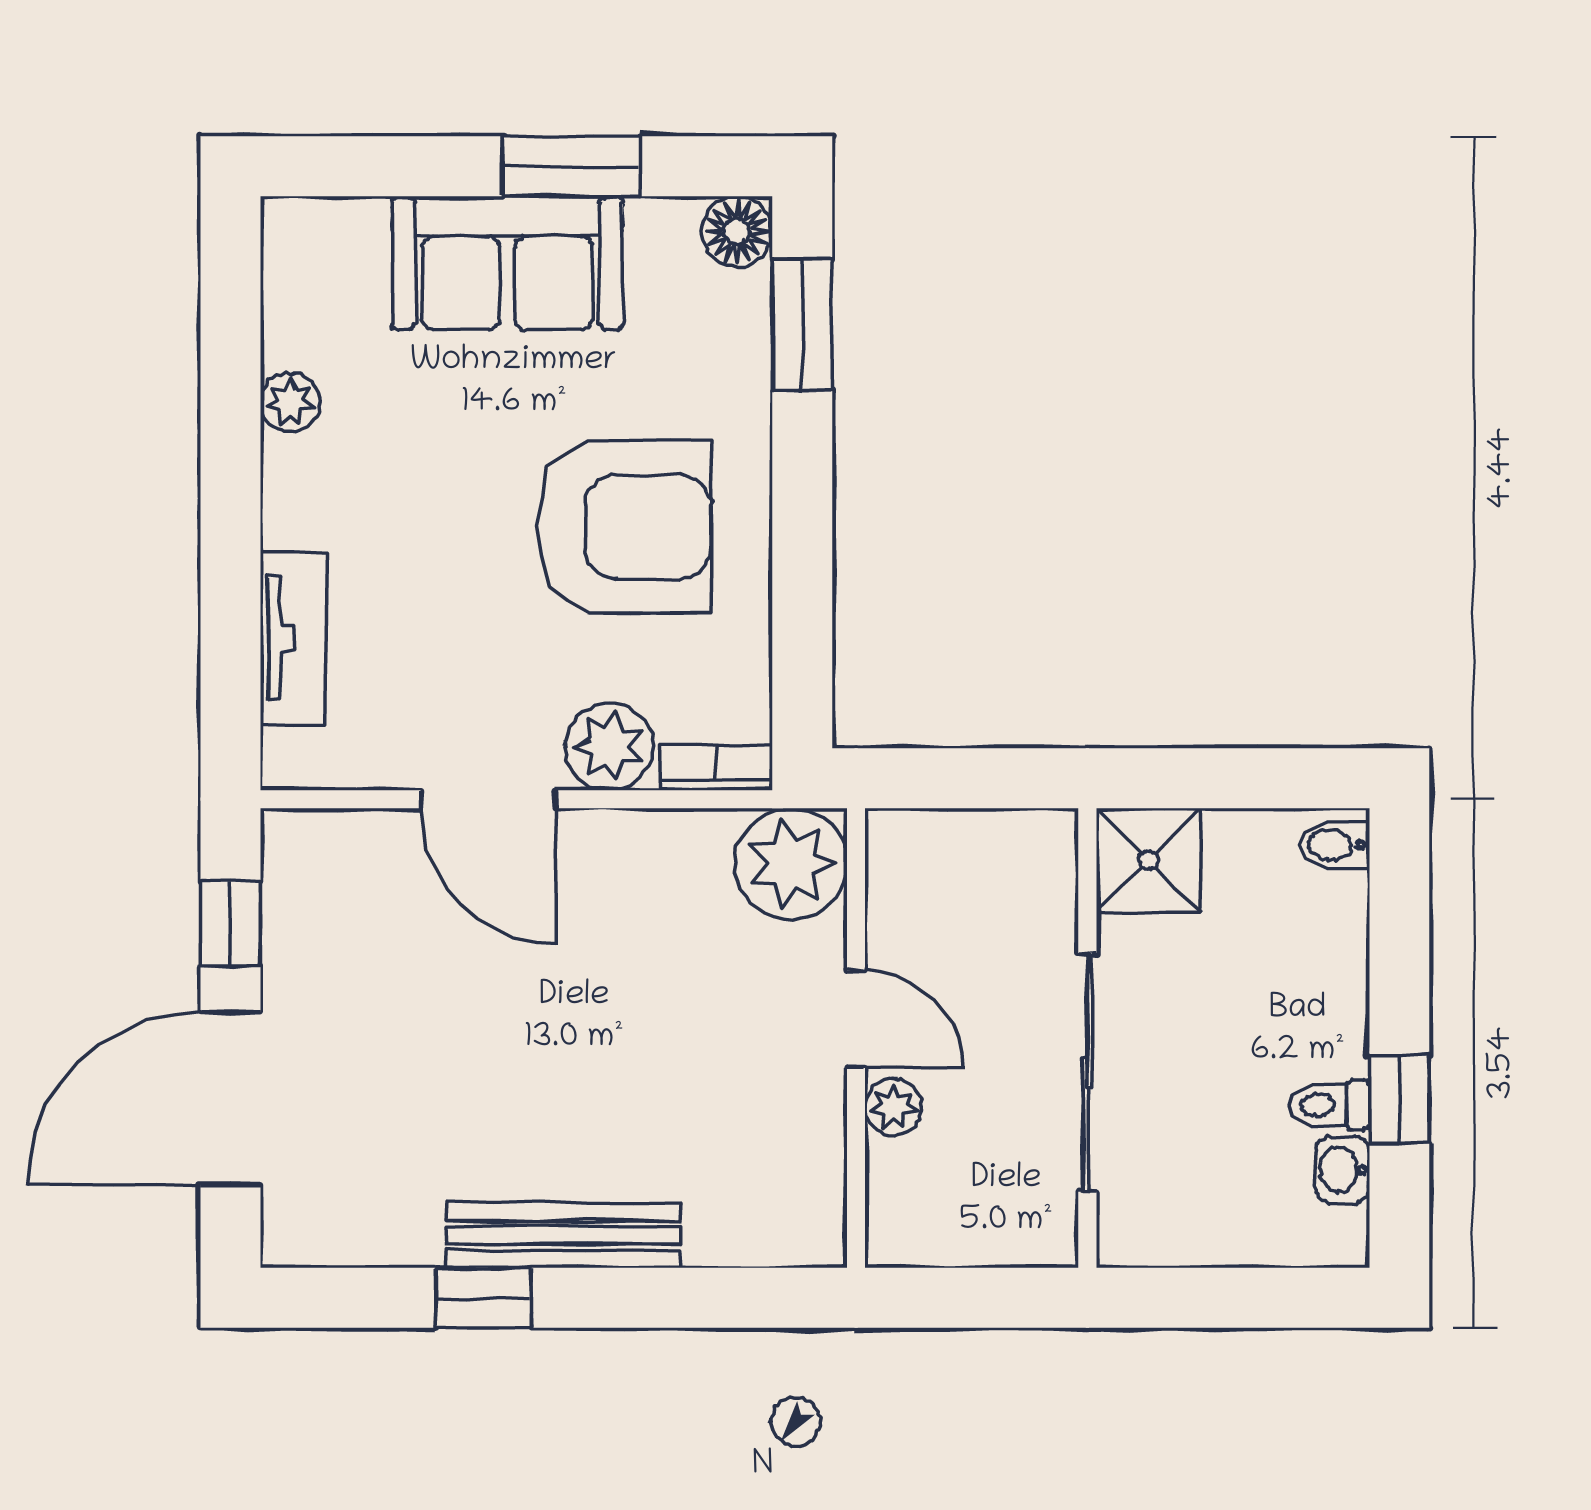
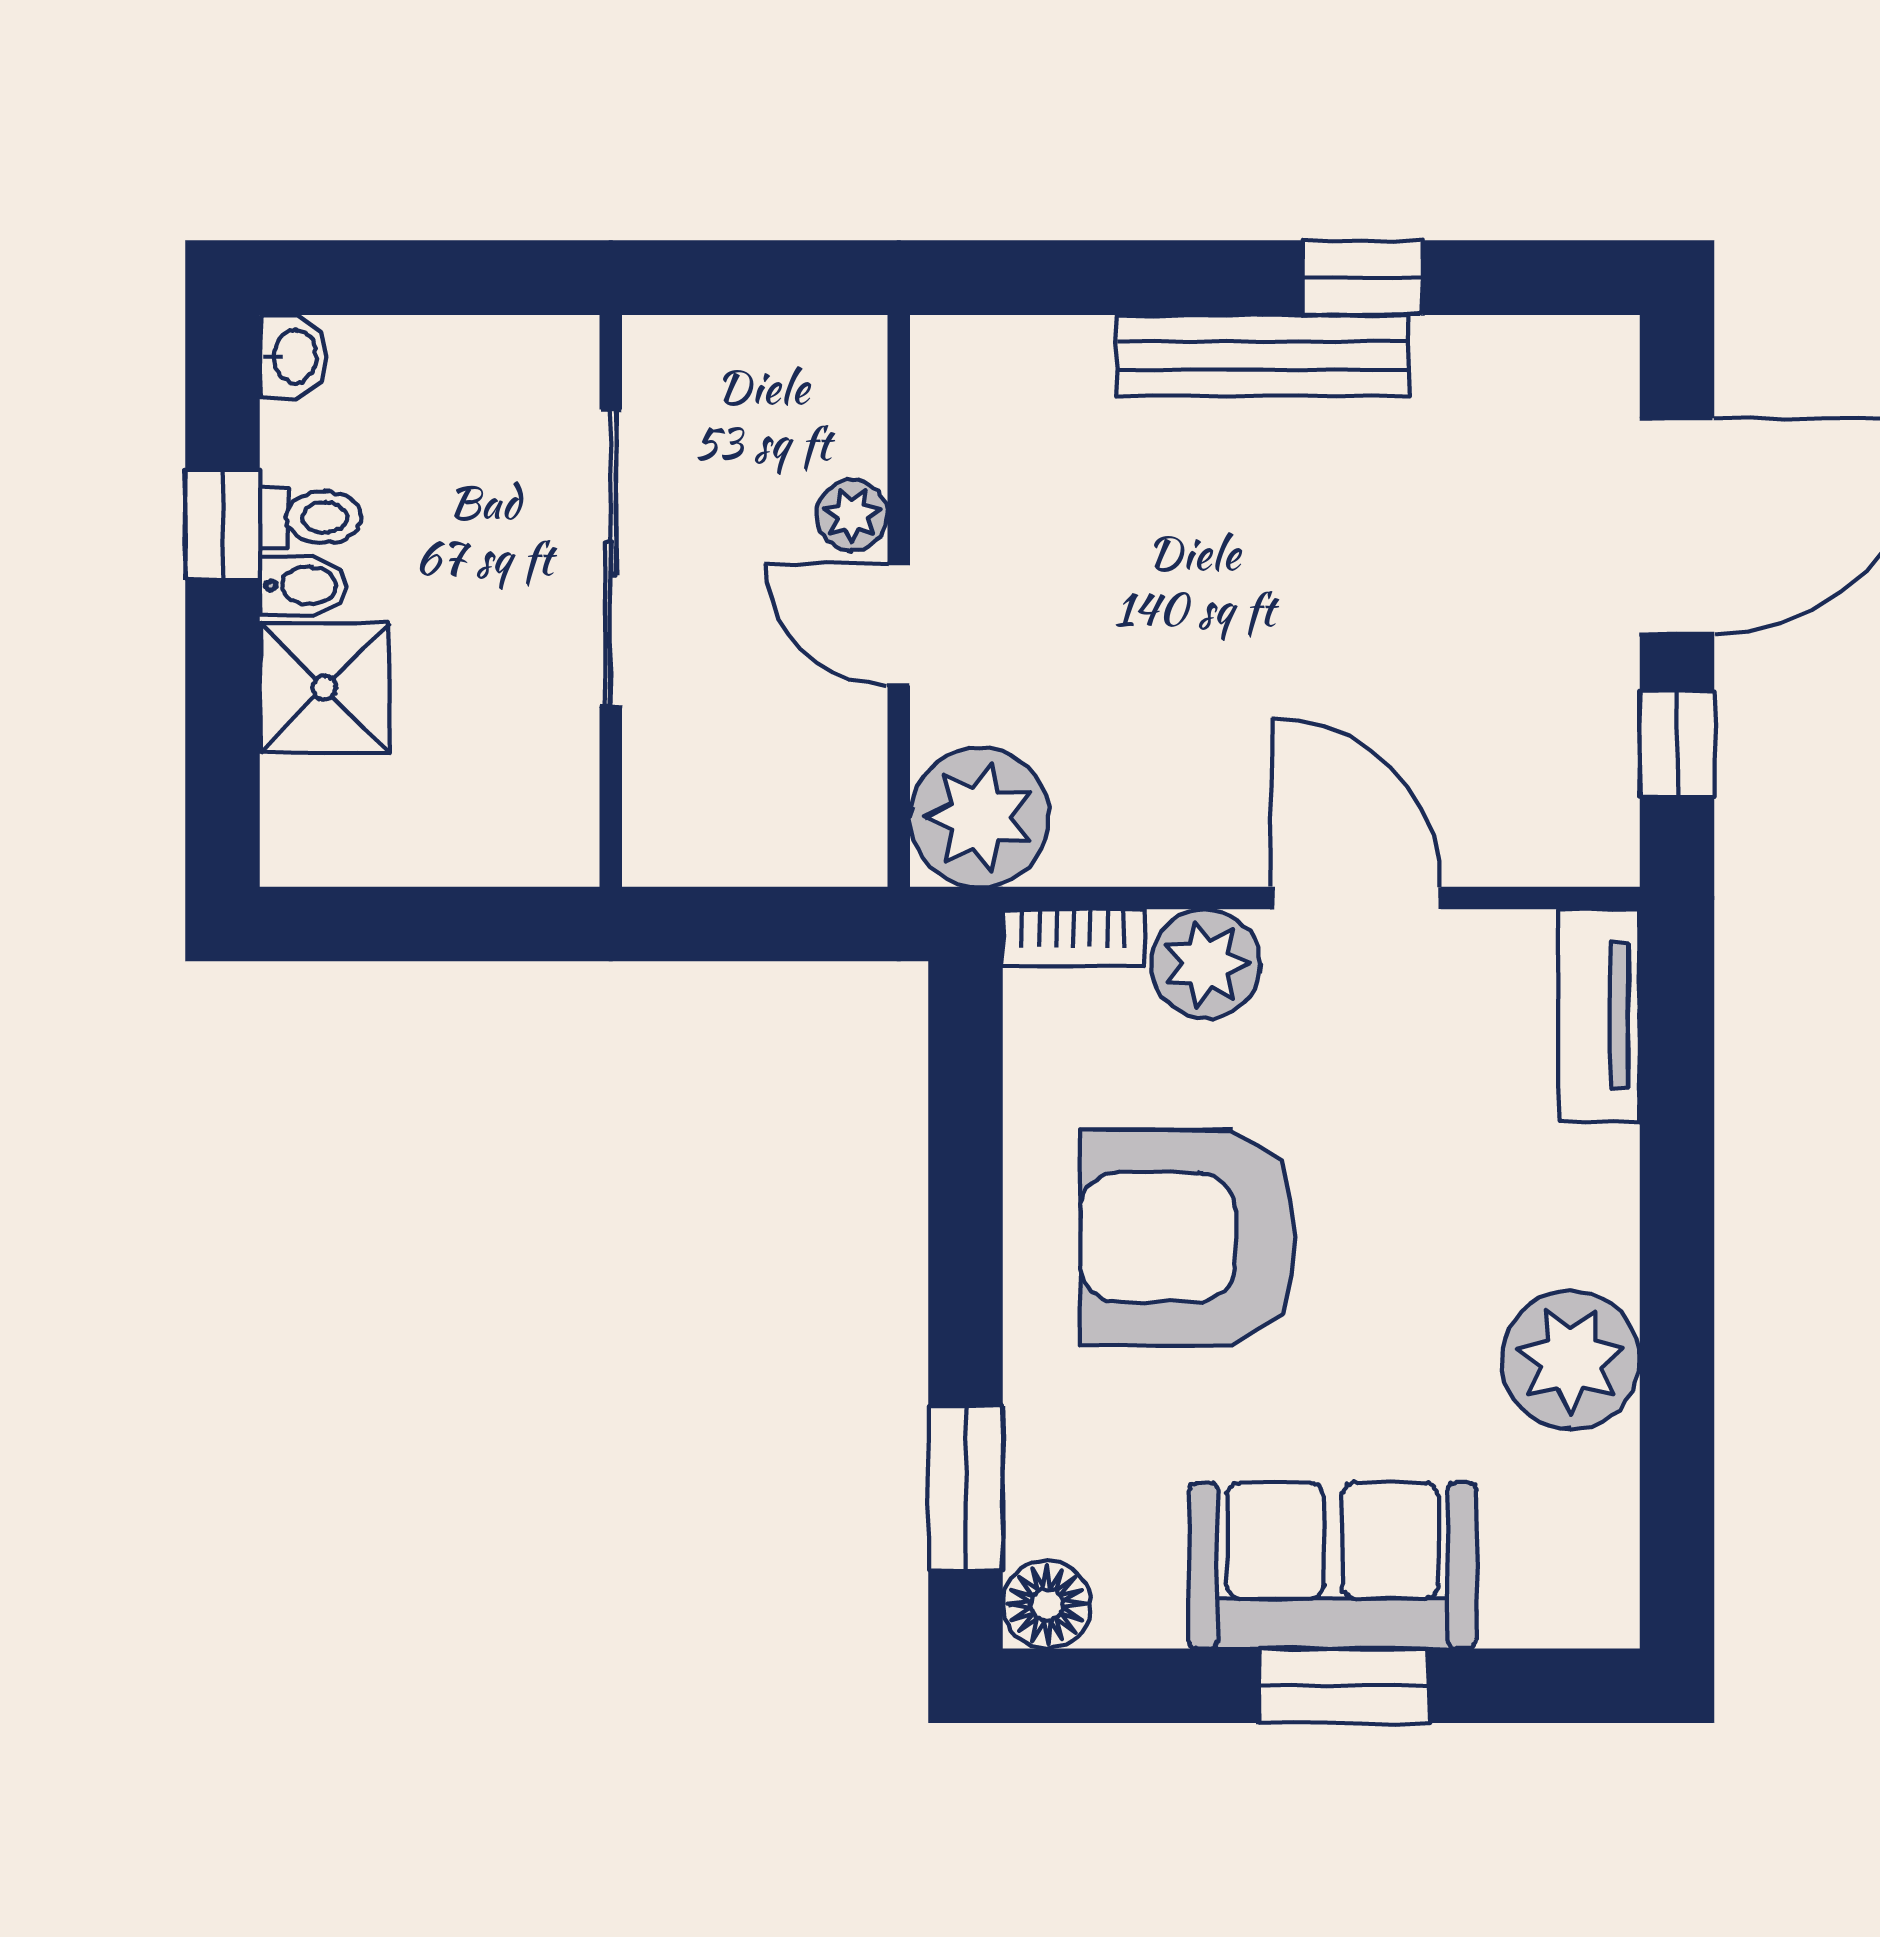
window: (571, 166) -> (1344, 1686), moved
plant: (290, 402) -> (1571, 1360), width x1.88, depth x1.88
tv unit: (293, 638) -> (1599, 1016), moved
bidet: (1335, 845) -> (303, 586), moved
shower: (1148, 860) -> (324, 688), moved
washbasin: (1342, 1170) -> (293, 357), moved

